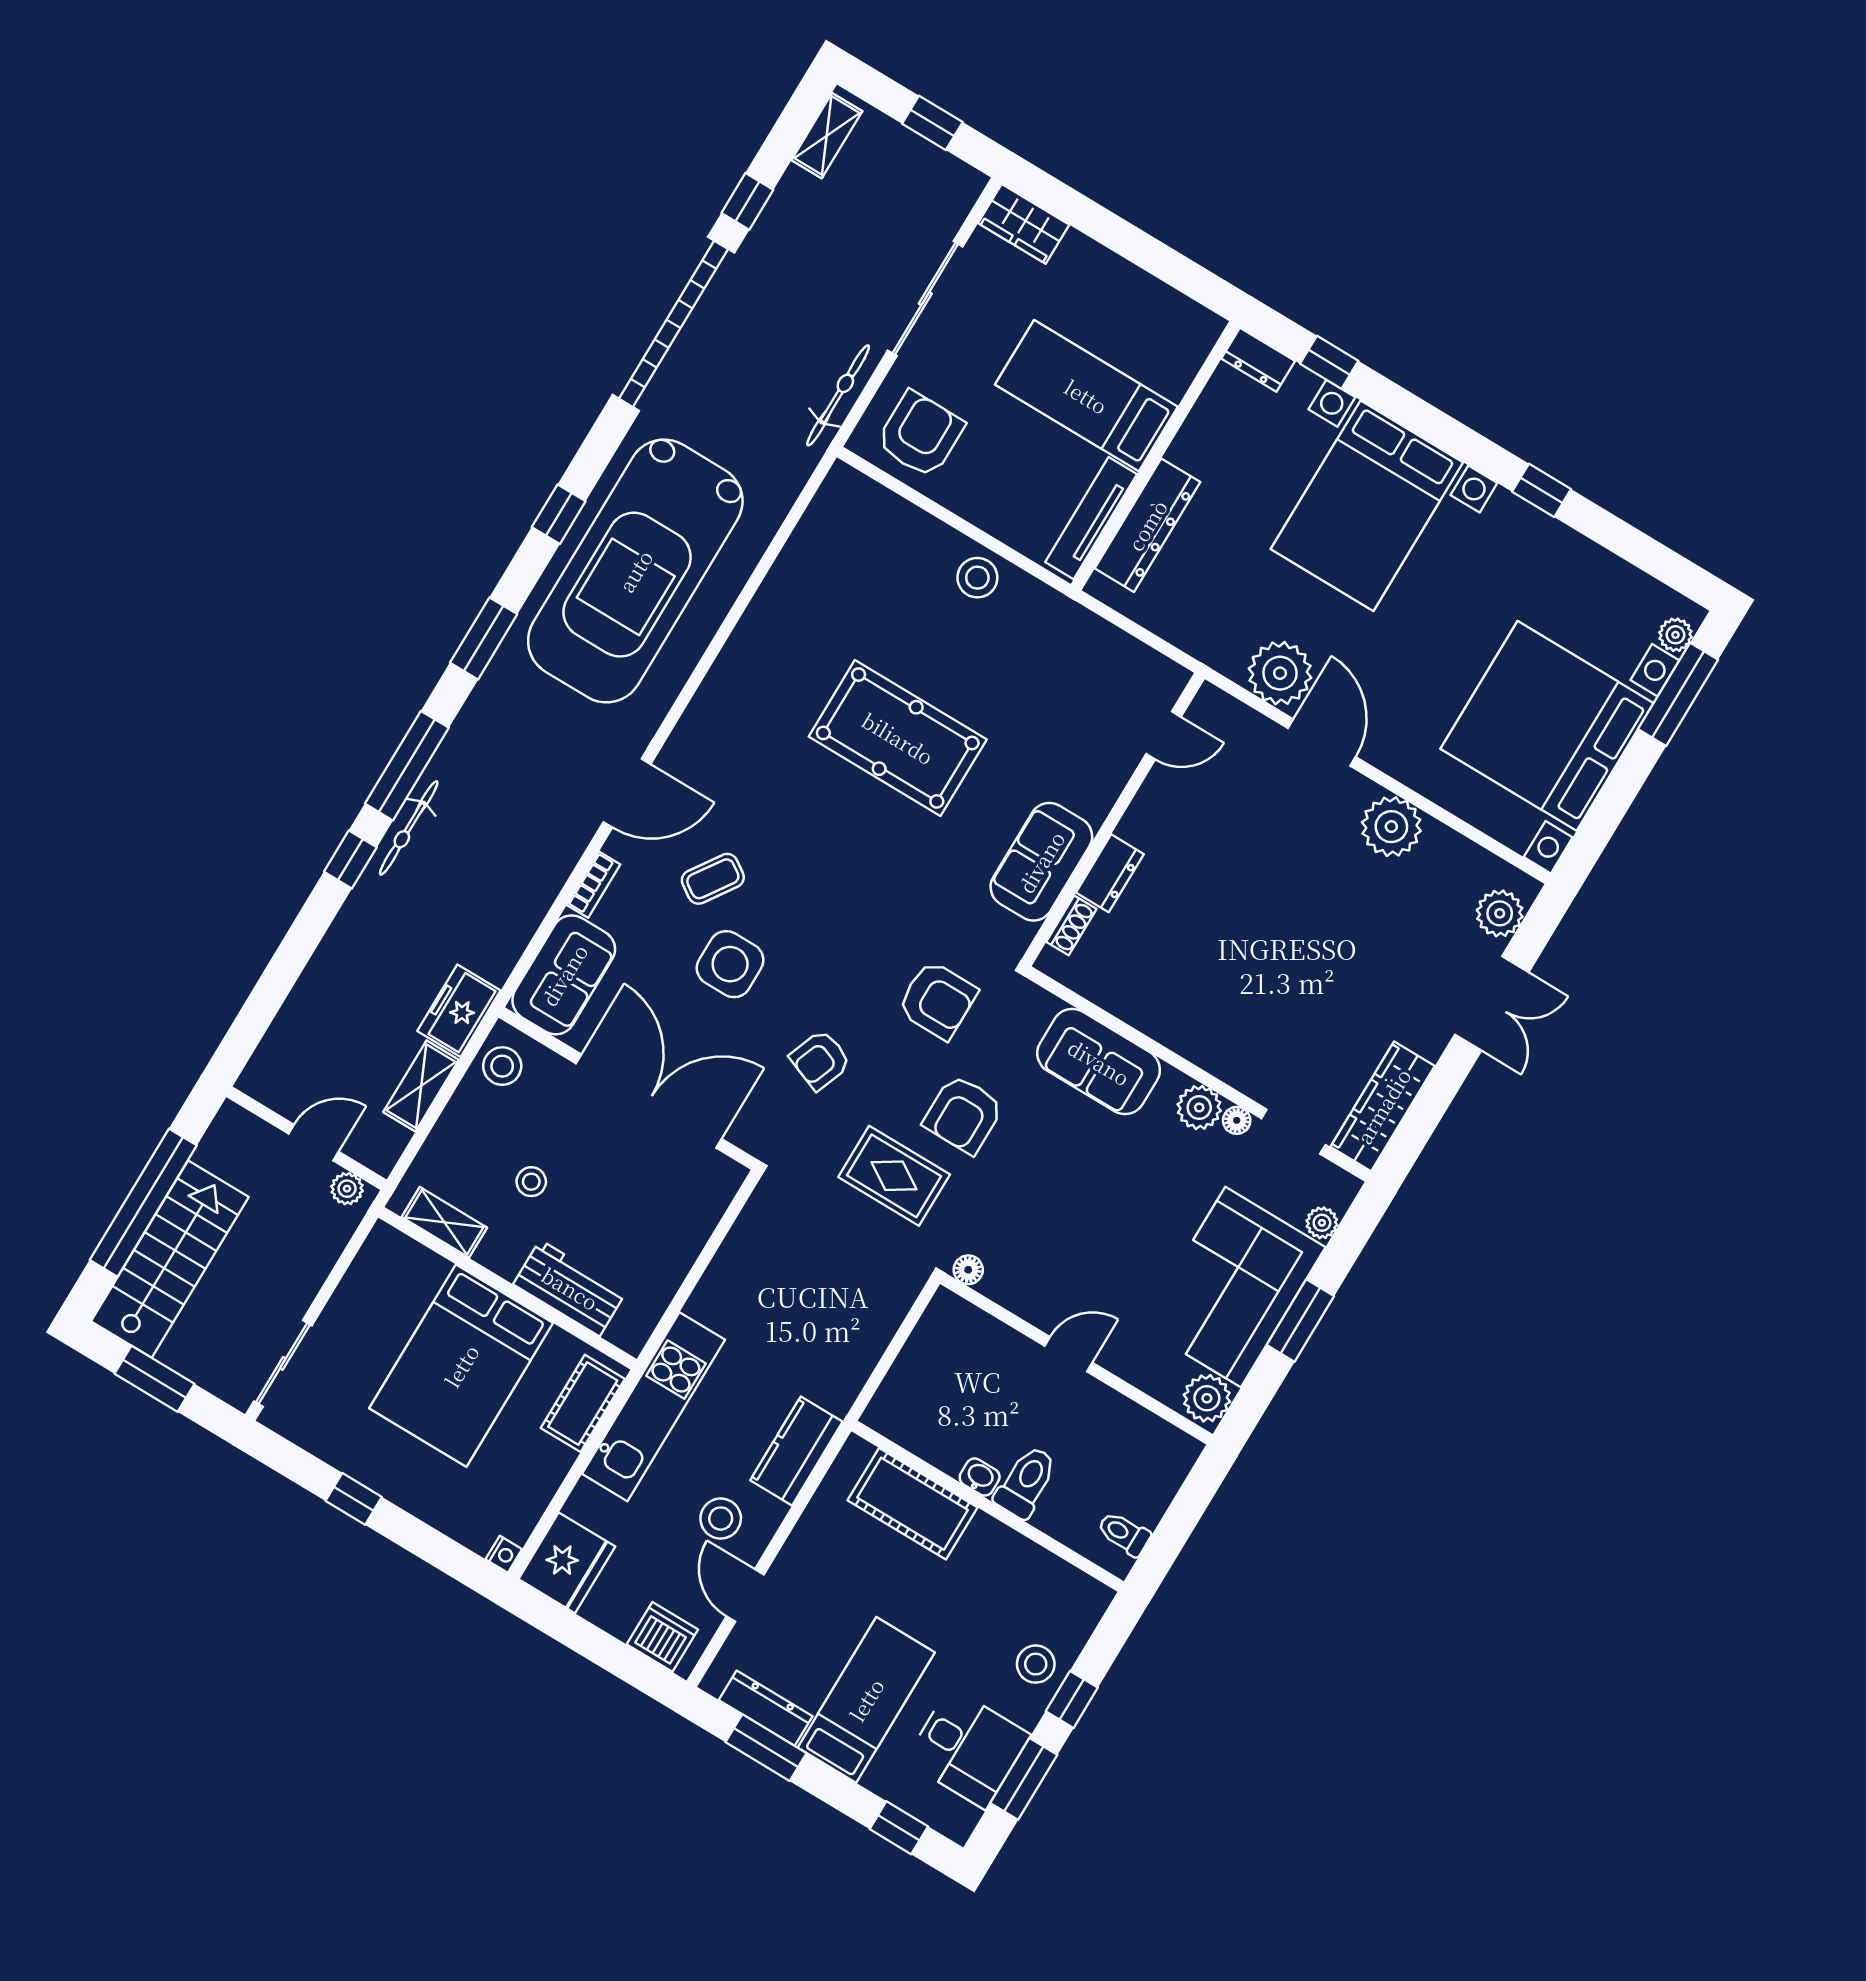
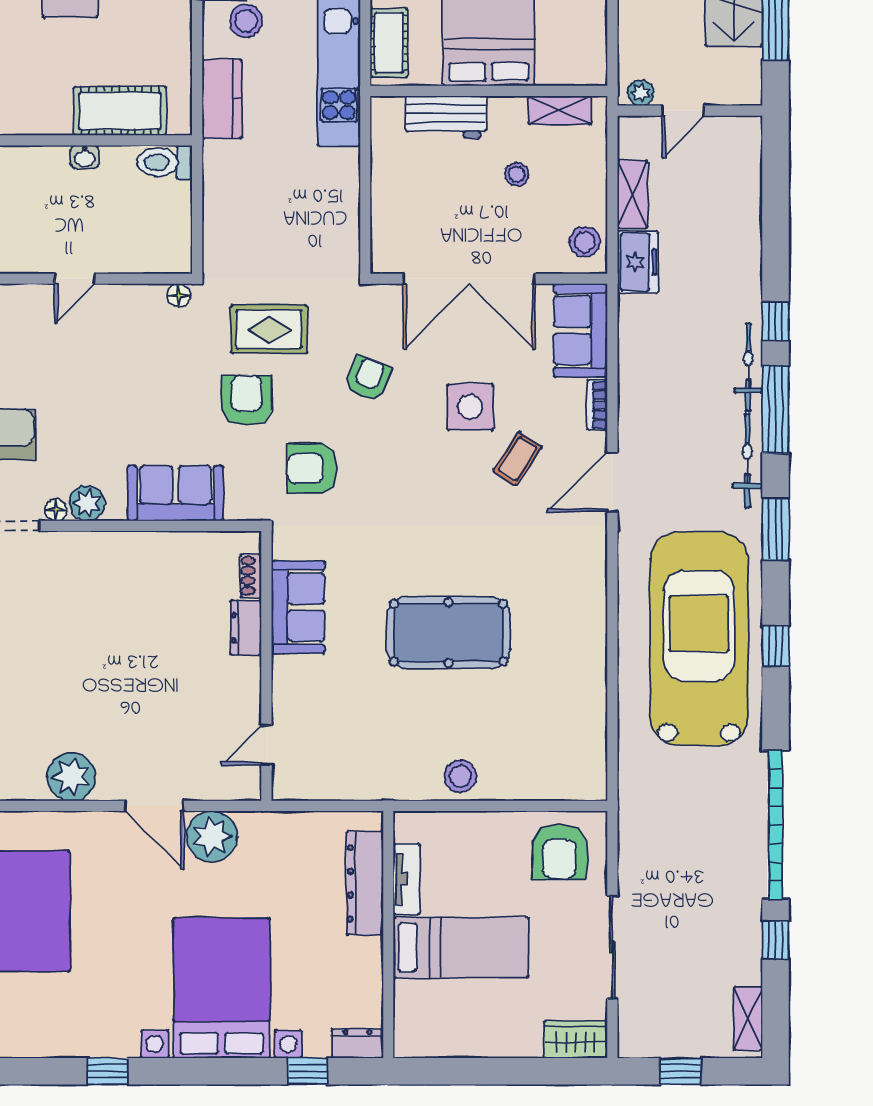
bicycle: (838, 395) -> (747, 461), moved, turned 180
tv unit: (1091, 518) -> (407, 879), width x0.71
toilet: (1026, 1482) -> (165, 162), moved, turned 90

